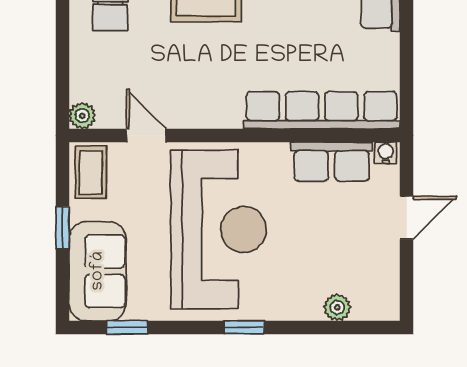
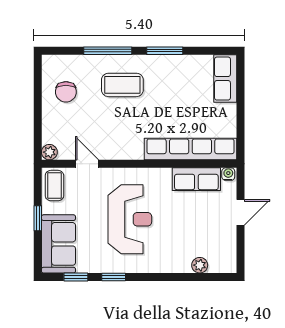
reception desk: (219, 229) -> (130, 219), width x0.74, depth x0.77
window: (244, 327) -> (114, 277), moved

